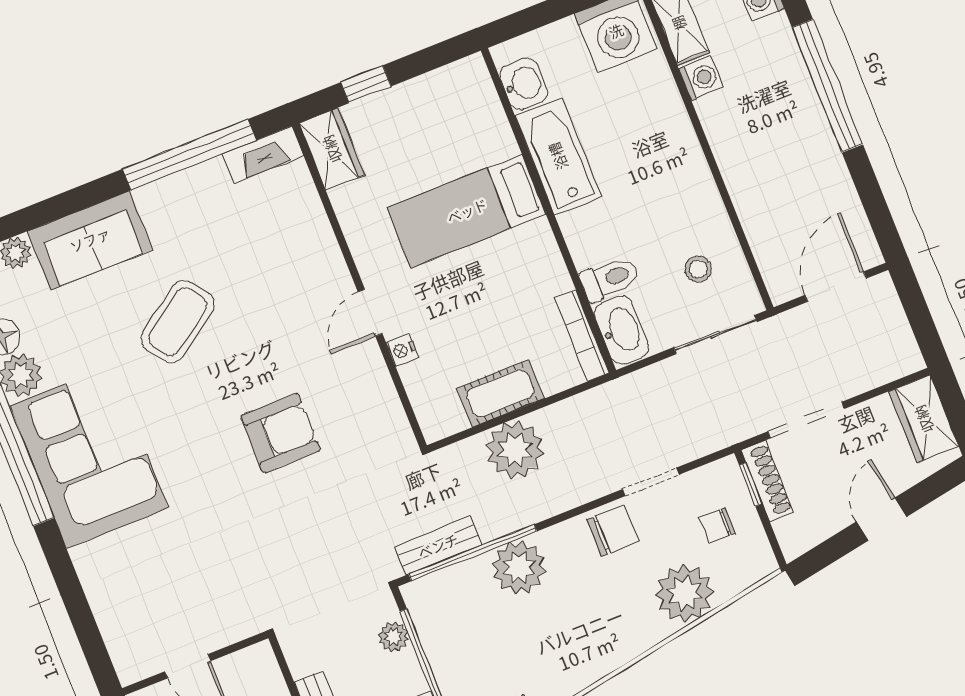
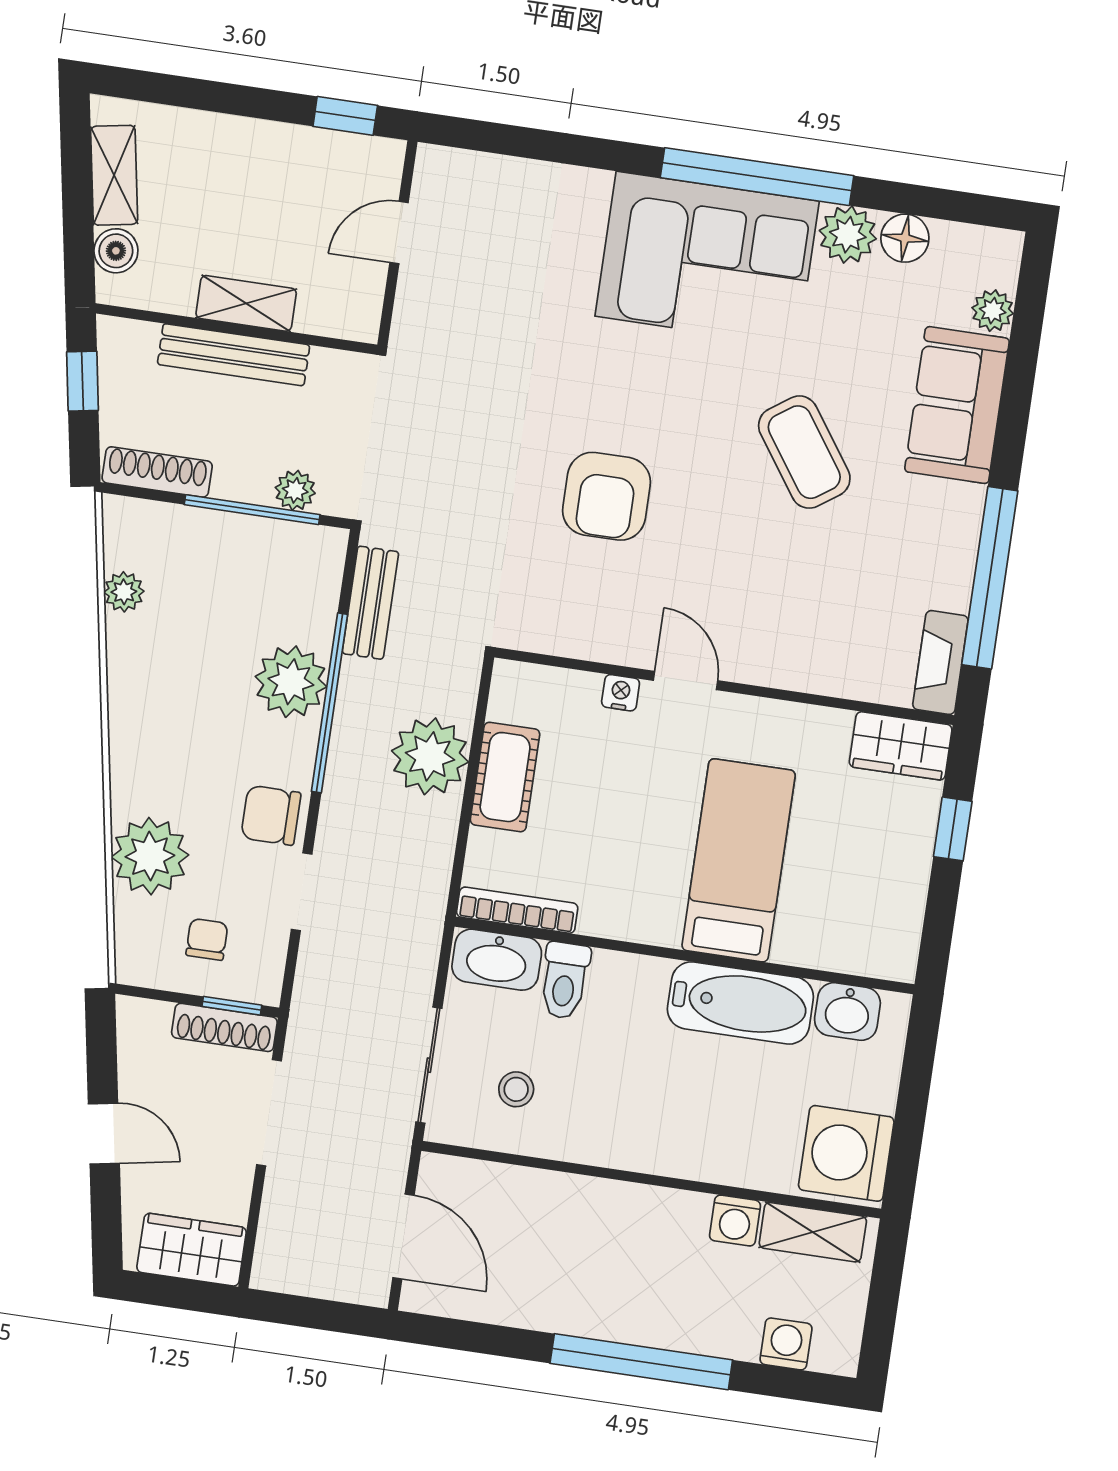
chair: (613, 531) -> (271, 815), turned 90
window: (473, 553) -> (330, 703), moved

